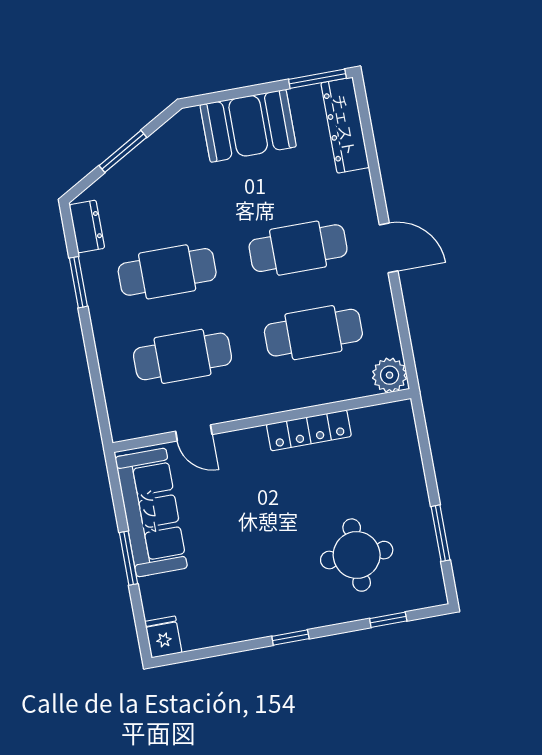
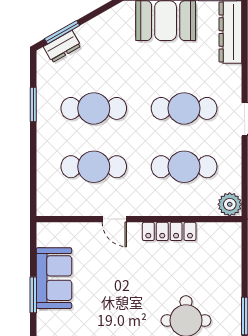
window: (123, 151) -> (62, 32), moved
dresser: (87, 227) -> (62, 46), moved, turned 60
door: (194, 433) -> (114, 219), moved
sofa: (151, 512) -> (54, 278), width x0.73

